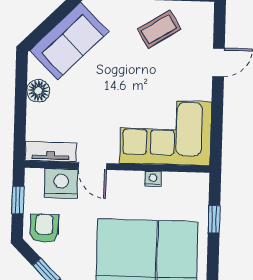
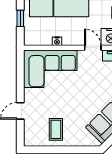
coffee table: (159, 29) -> (56, 129), turned -58

